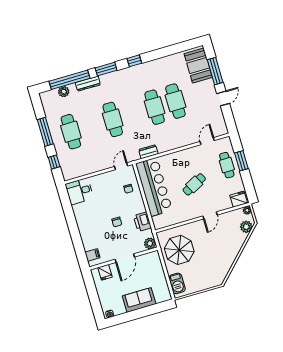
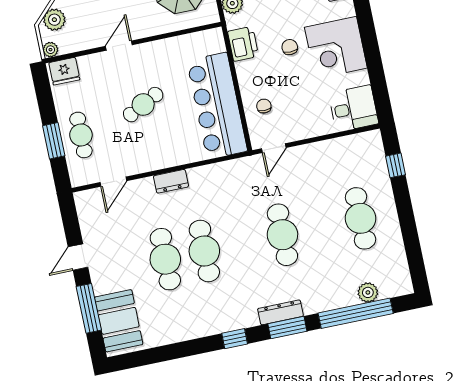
dresser: (88, 84) -> (280, 312), moved
window: (45, 132) -> (407, 222), removed
dresser: (148, 152) -> (171, 181), moved
corner desk: (92, 224) -> (336, 48), added

